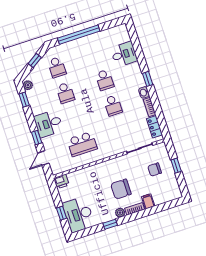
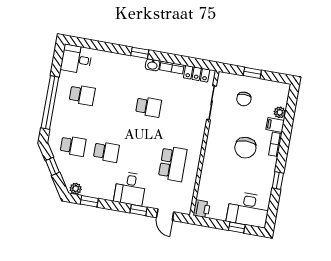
desk: (124, 54) -> (76, 59), moved, turned -90
school desk: (105, 80) -> (82, 95), moved
plant: (120, 213) -> (280, 112), moved

